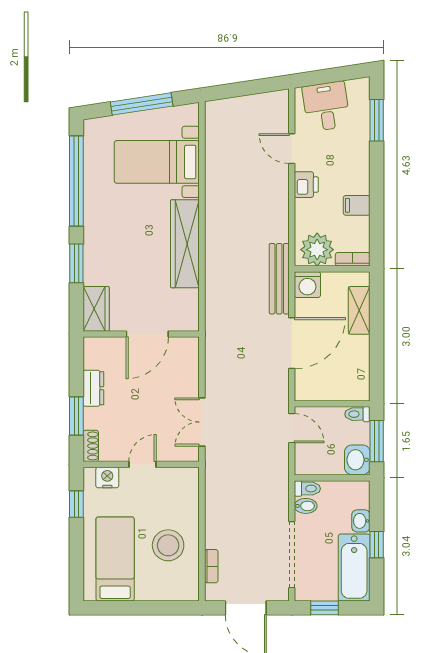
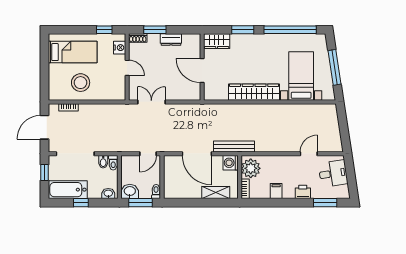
printer: (306, 185) -> (303, 192), moved, turned 180
washbasin: (361, 521) -> (108, 194), moved

